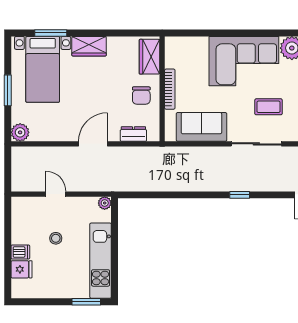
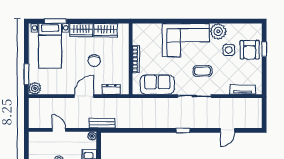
wardrobe: (149, 57) -> (106, 30), moved, turned -90
window: (8, 90) -> (26, 74), moved
chair: (141, 96) -> (94, 61), moved
bench: (120, 184) -> (102, 123), added

